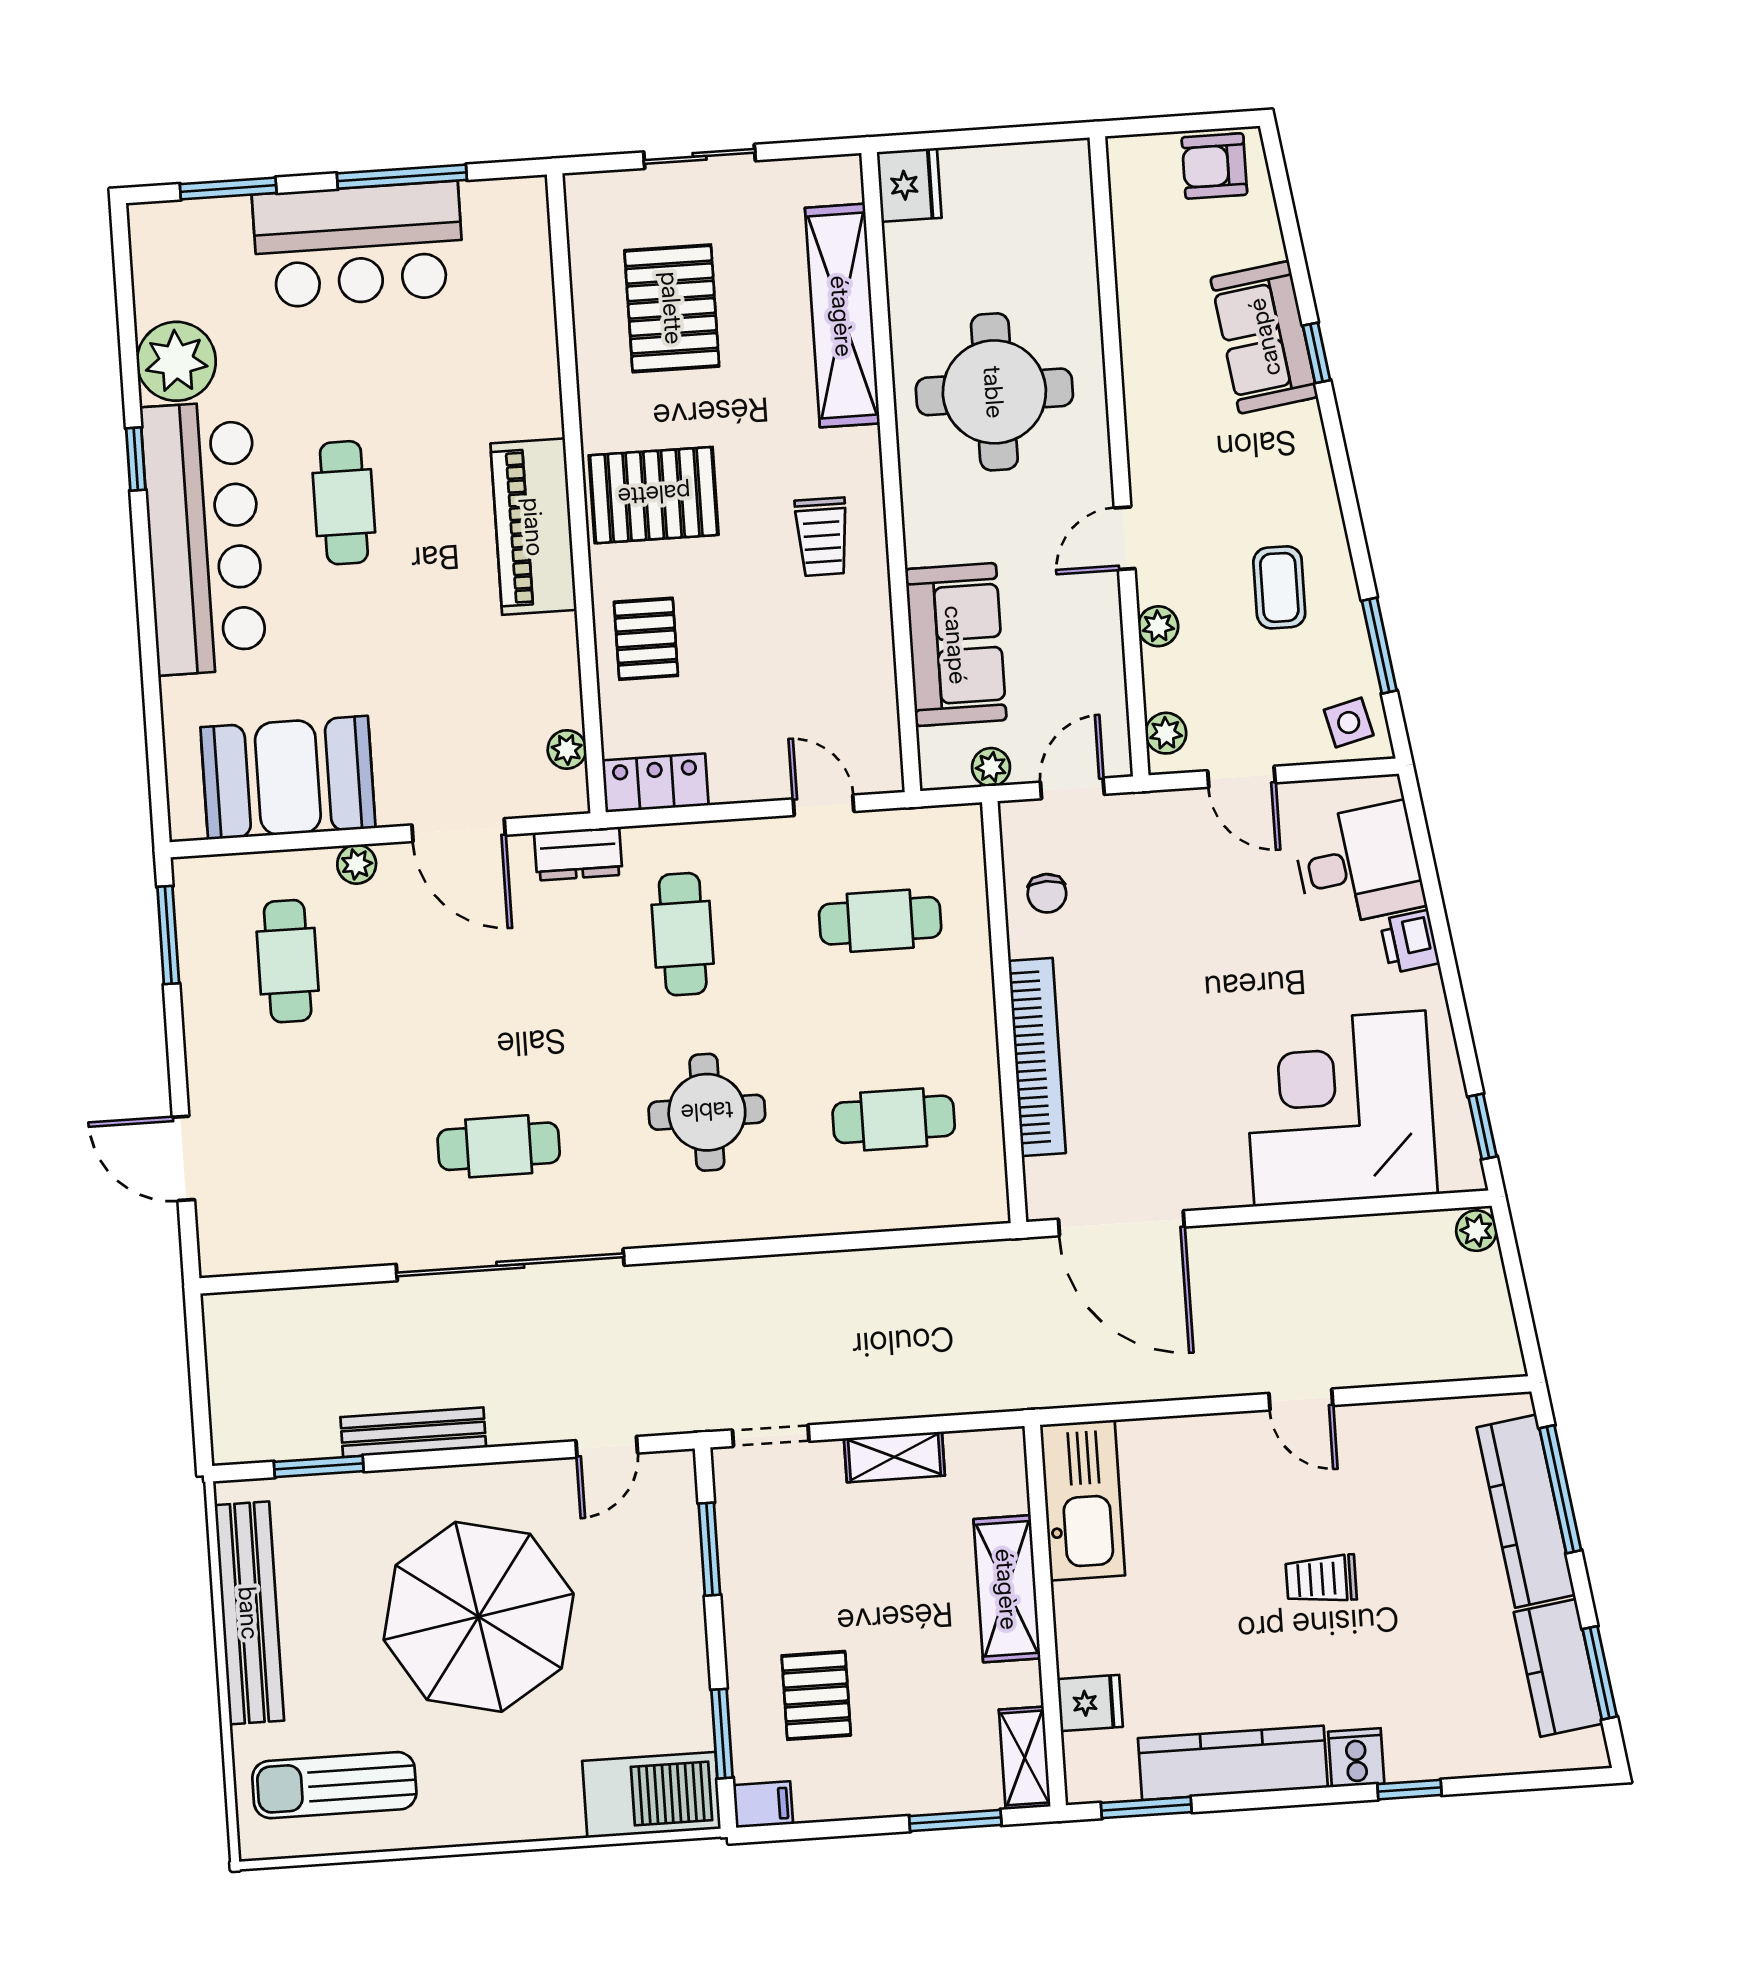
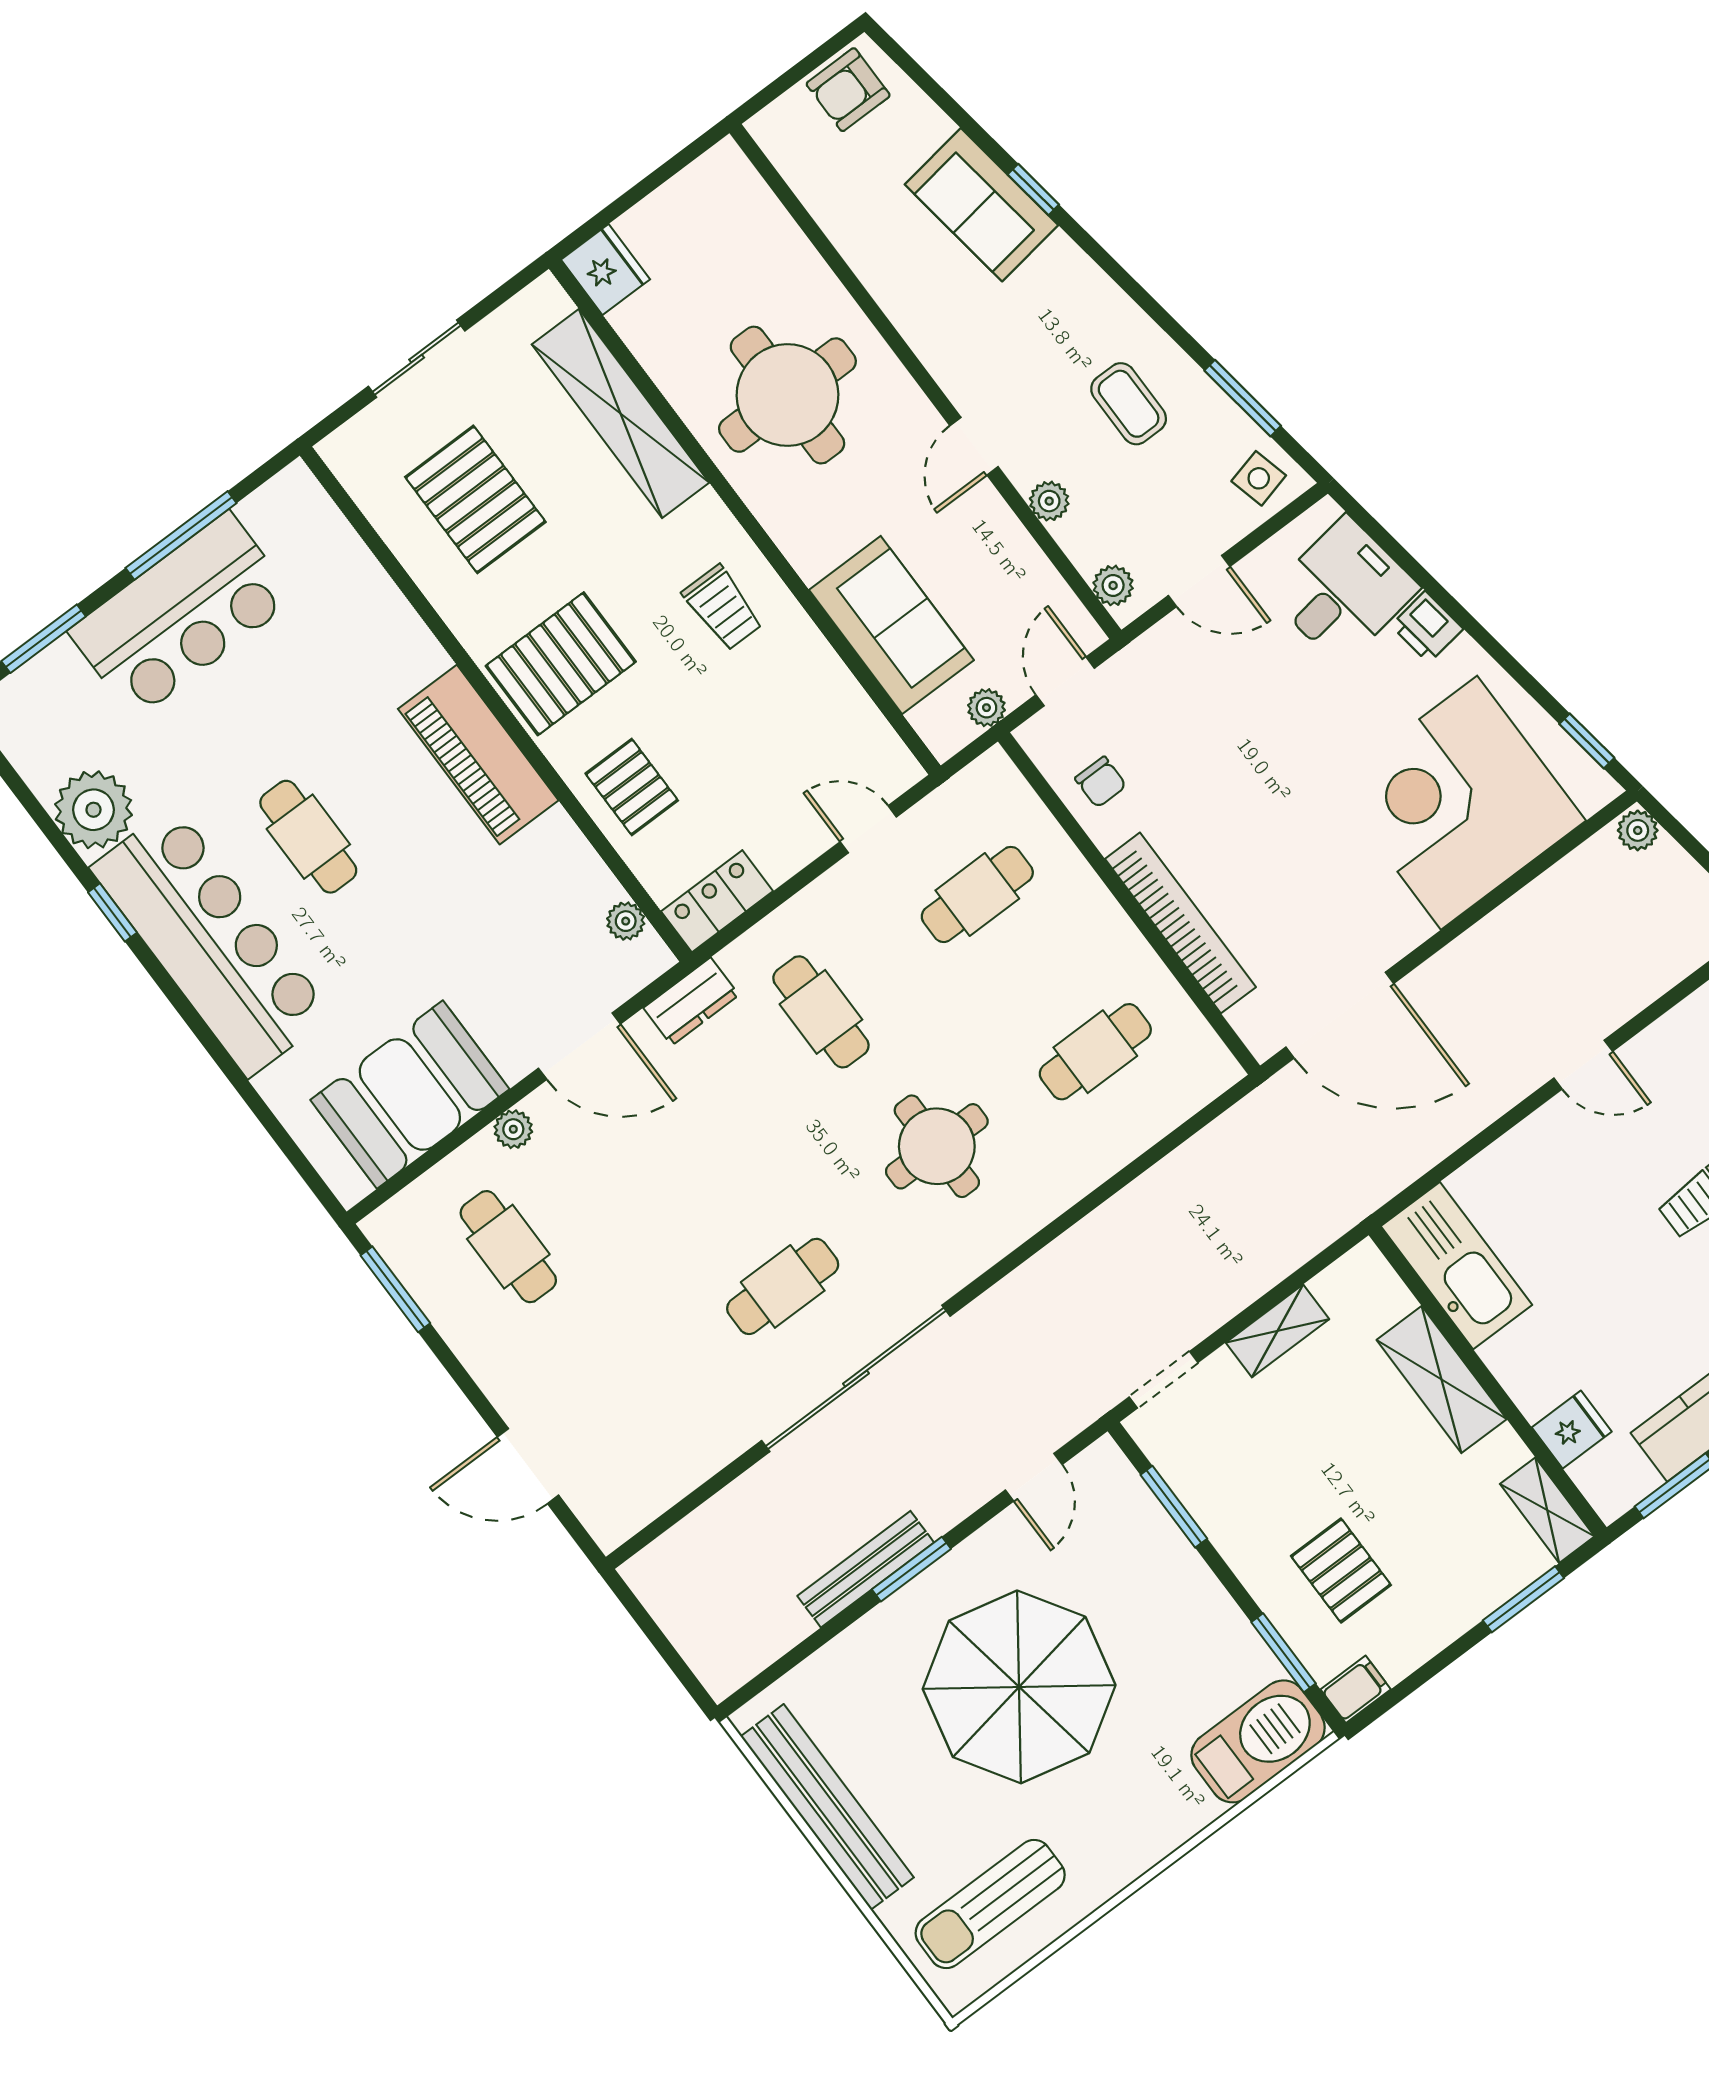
window: (319, 1466) -> (911, 1569), moved

